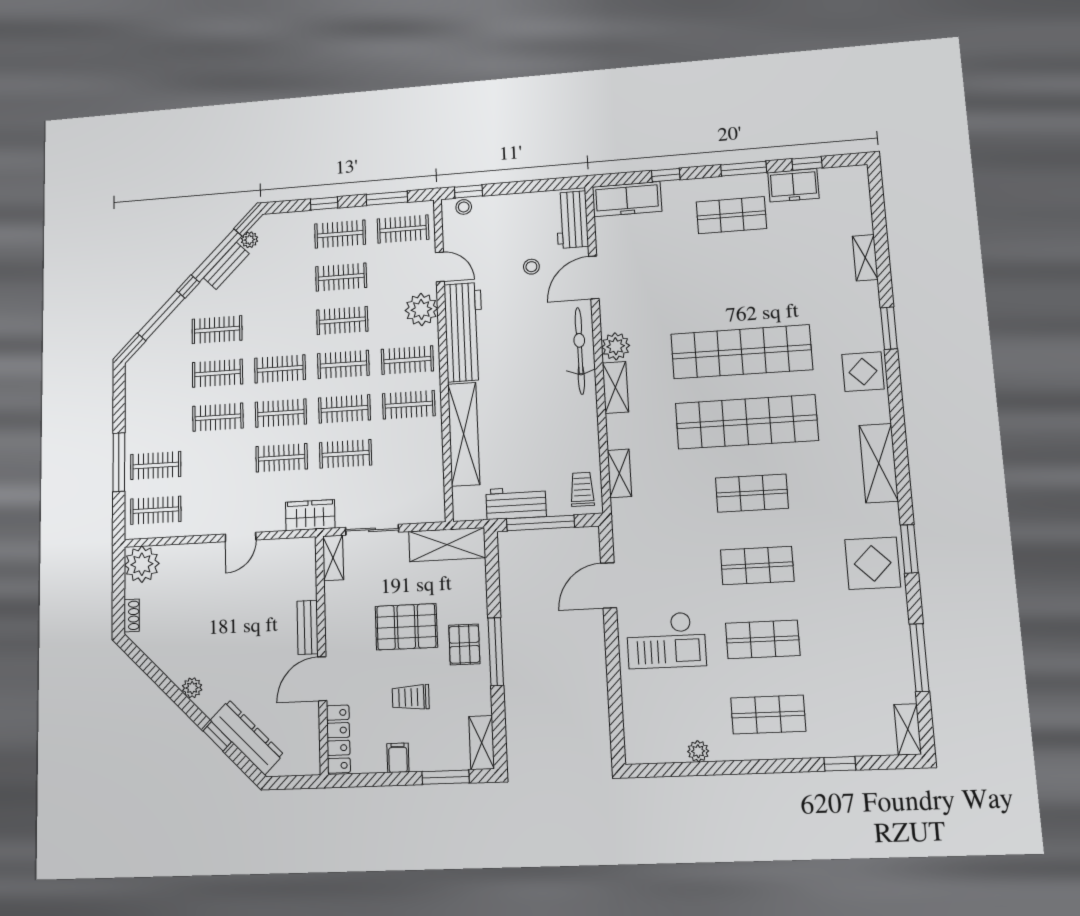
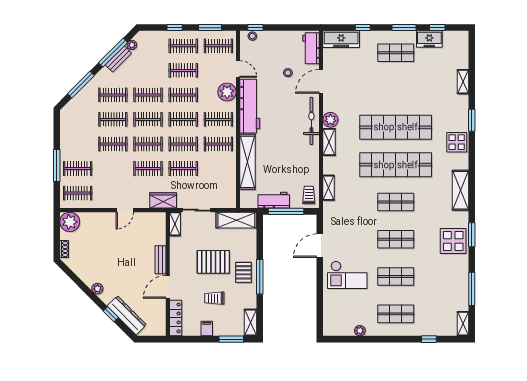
clothes rail: (279, 325) -> (148, 95), added

